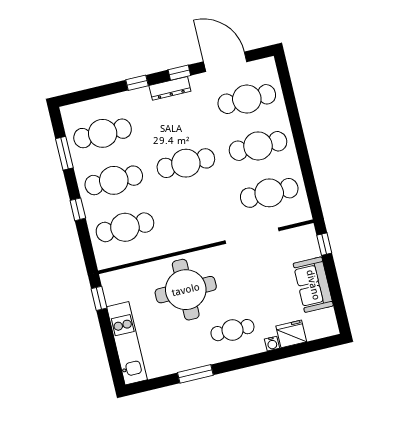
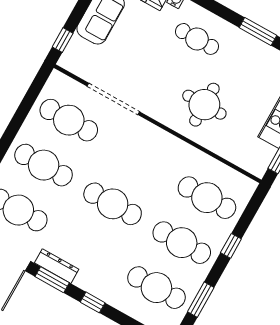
window: (179, 73) -> (52, 280), width x1.50
dresser: (170, 88) -> (57, 266), moved
round table: (186, 290) -> (204, 105), width x0.73, depth x0.73

